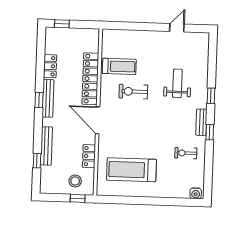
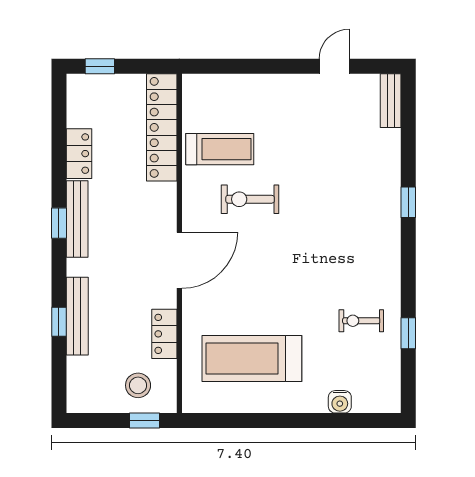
locker: (90, 79) -> (162, 127), moved
weight bench: (177, 83) -> (339, 179), removed
door: (98, 120) -> (179, 260), swing flipped
bench: (201, 122) -> (391, 101), moved
window: (210, 132) -> (408, 333), moved
window: (37, 161) -> (59, 322), moved
water cooler: (196, 193) -> (340, 402), moved

